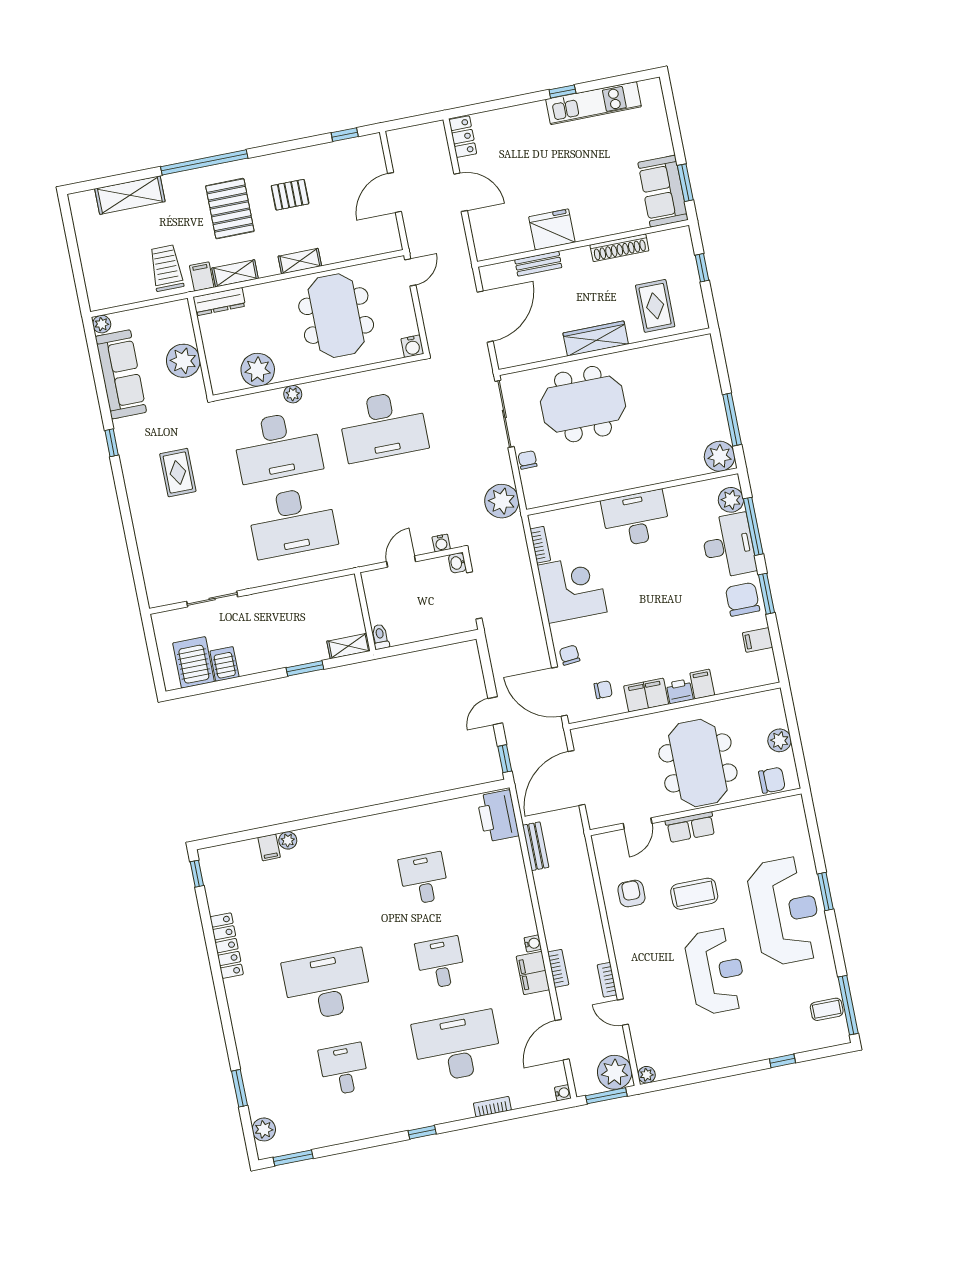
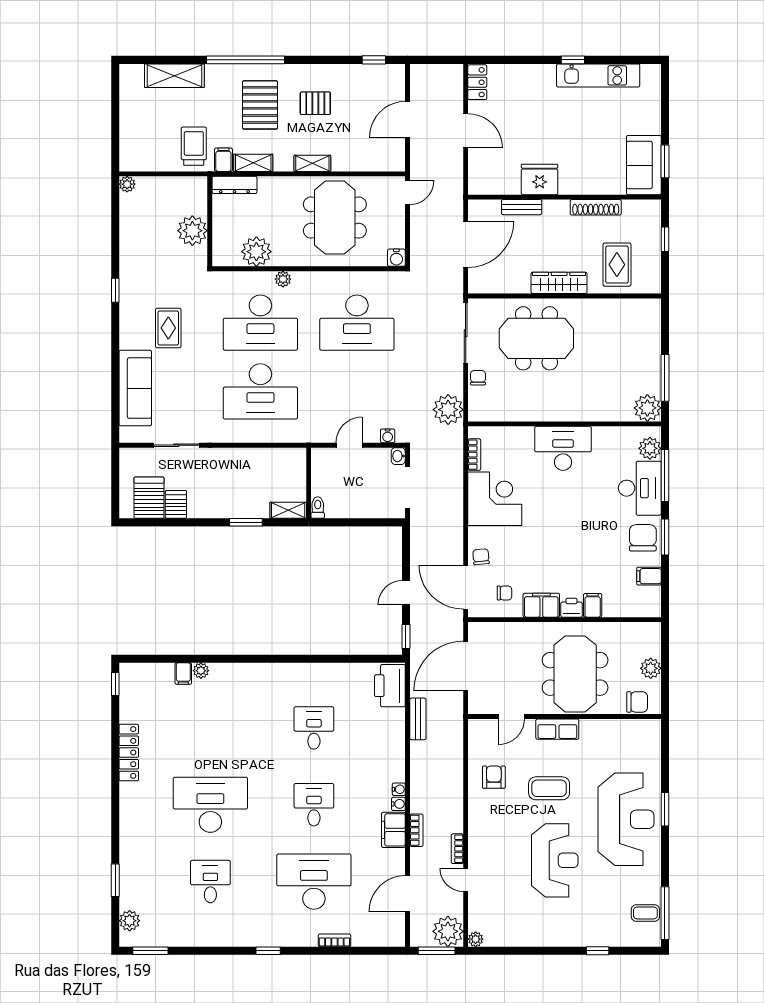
sofa: (121, 374) -> (135, 388), moved
water cooler: (563, 1093) -> (399, 789), moved

